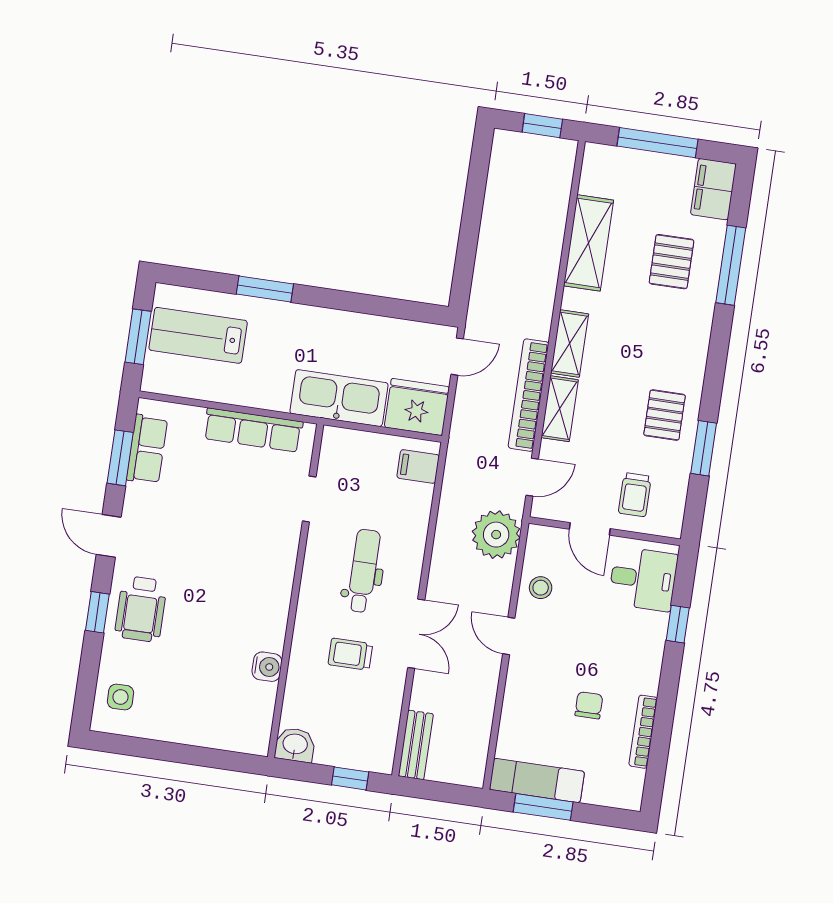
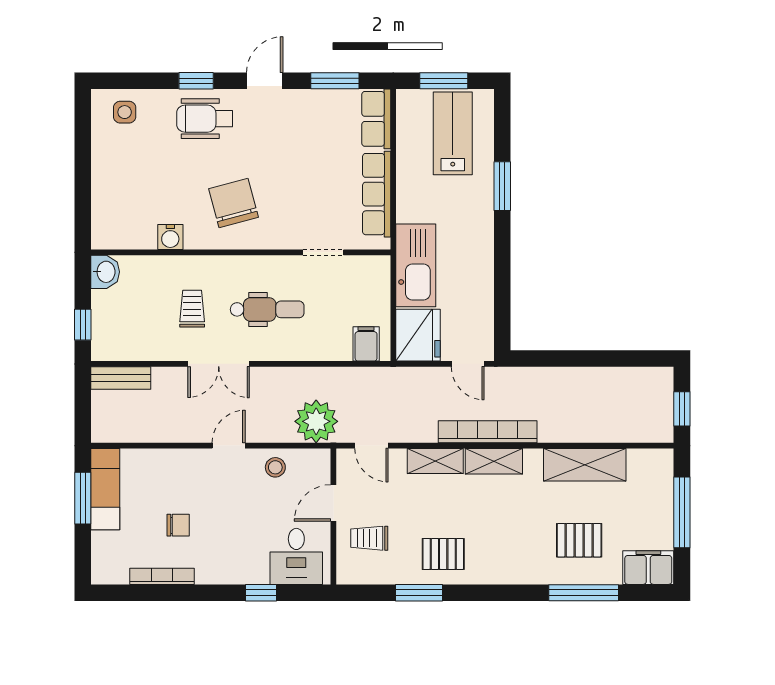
bookcase: (529, 395) -> (488, 432), moved
row of seats: (147, 449) -> (376, 119), moved, turned 90
chair: (239, 591) -> (234, 203), added

